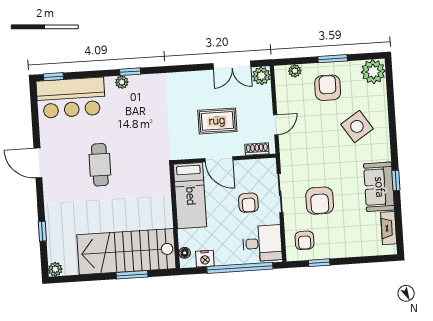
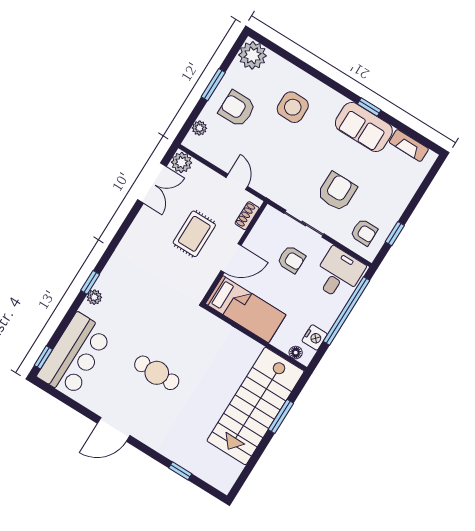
side table: (357, 126) -> (293, 107), turned 33
armchair: (320, 201) -> (337, 192), turned -90
plant: (55, 269) -> (224, 484), removed

